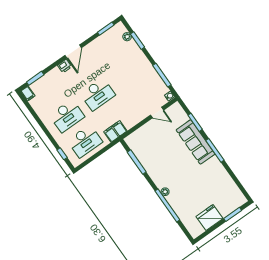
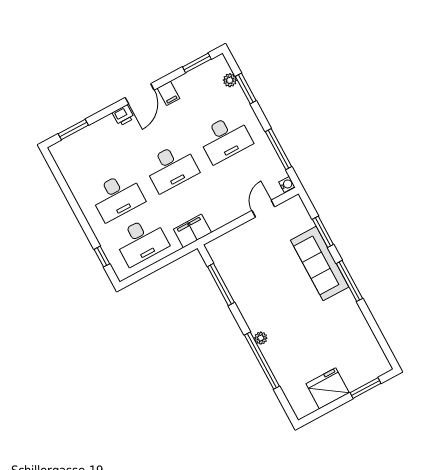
desk: (128, 73) -> (225, 139), added
filing cabinet: (28, 94) -> (168, 93), moved
door: (157, 113) -> (263, 209), swing flipped

